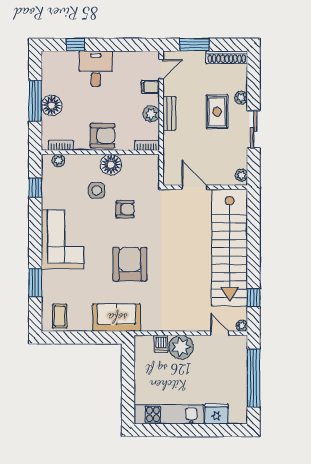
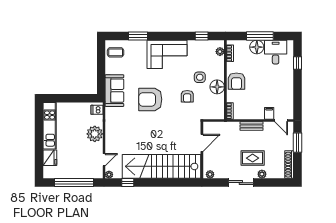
desk: (96, 69) -> (276, 52), moved, turned -90
plant: (151, 114) -> (251, 114), removed
armchair: (130, 264) -> (150, 99), turned 180
dishwasher: (161, 344) -> (97, 110), moved

